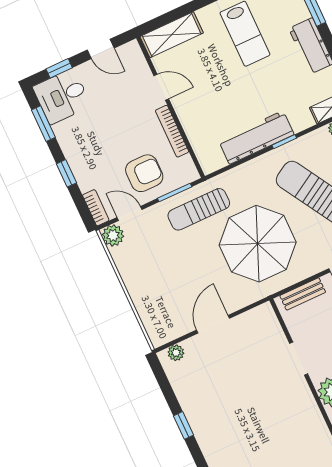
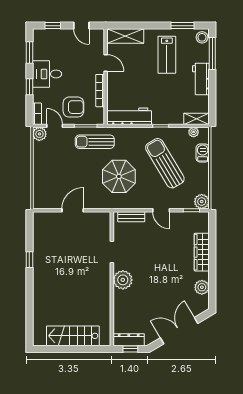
desk: (62, 96) -> (47, 74), moved
workbench: (256, 138) -> (129, 116), moved
parasol: (258, 244) -> (119, 176), width x0.73, depth x0.73
plant: (176, 353) -> (44, 217), removed

